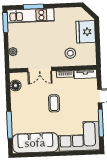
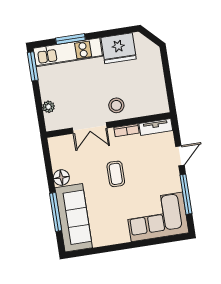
fridge: (86, 32) -> (118, 48), moved, turned -90
stool: (70, 53) -> (116, 105), moved
floor lamp: (16, 85) -> (61, 177), moved
sofa: (35, 143) -> (74, 218), moved, turned 90

